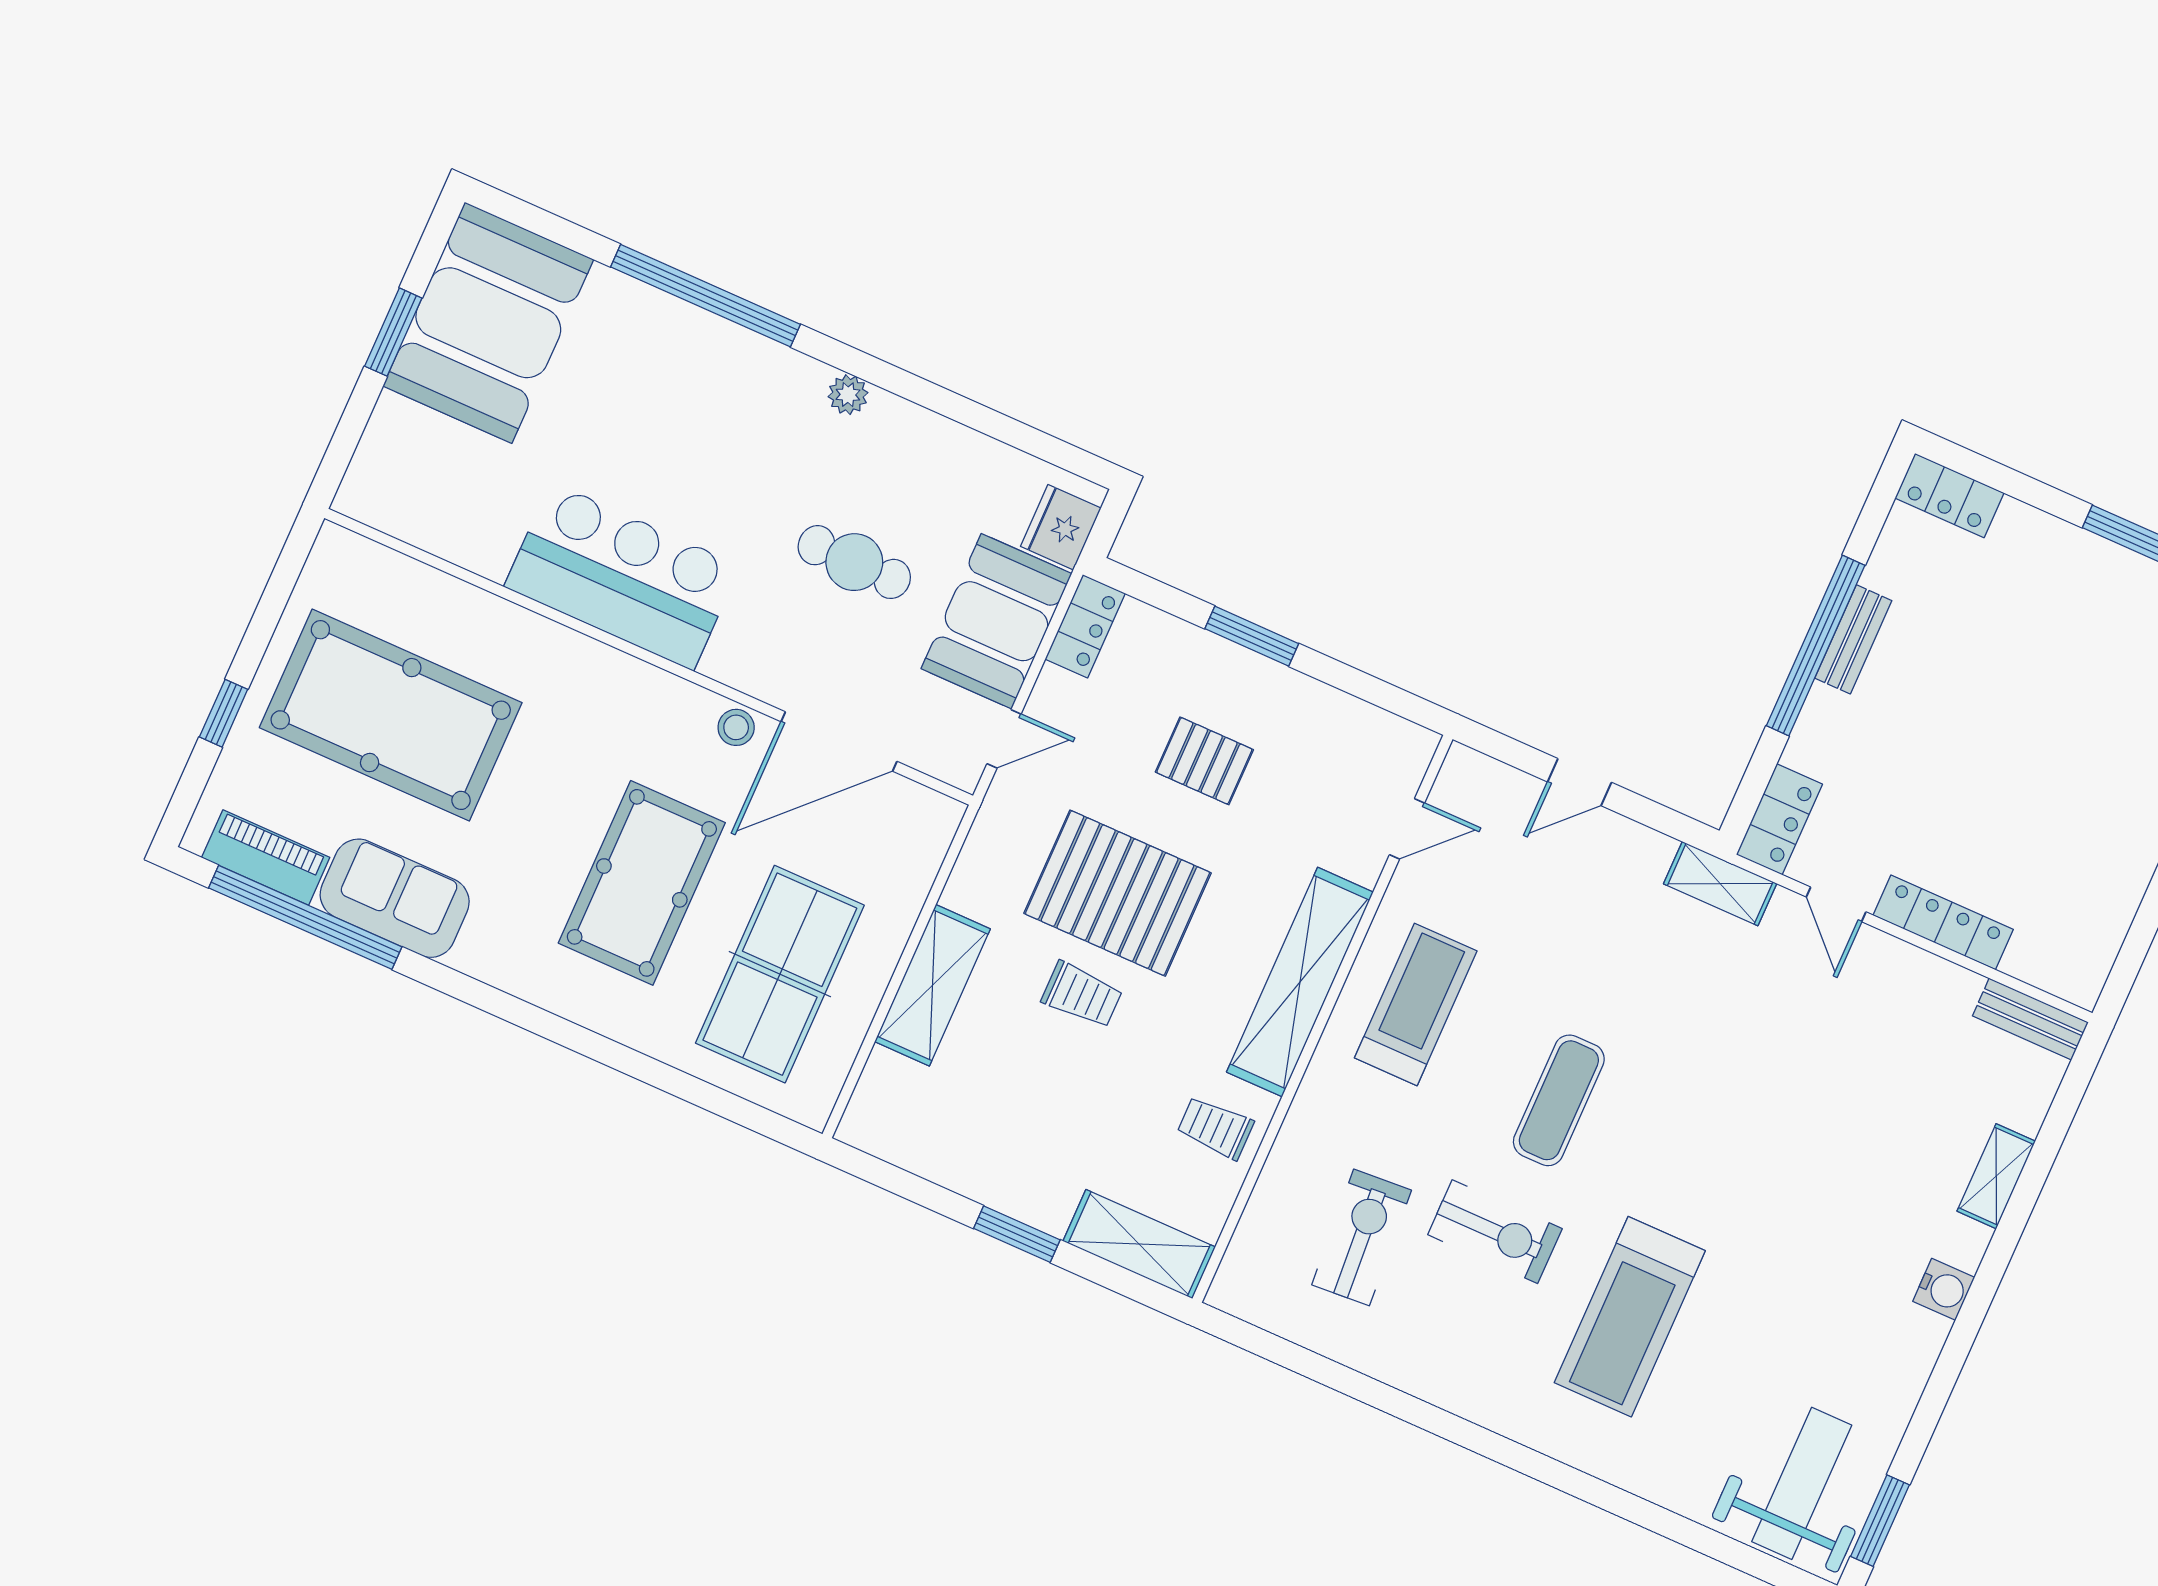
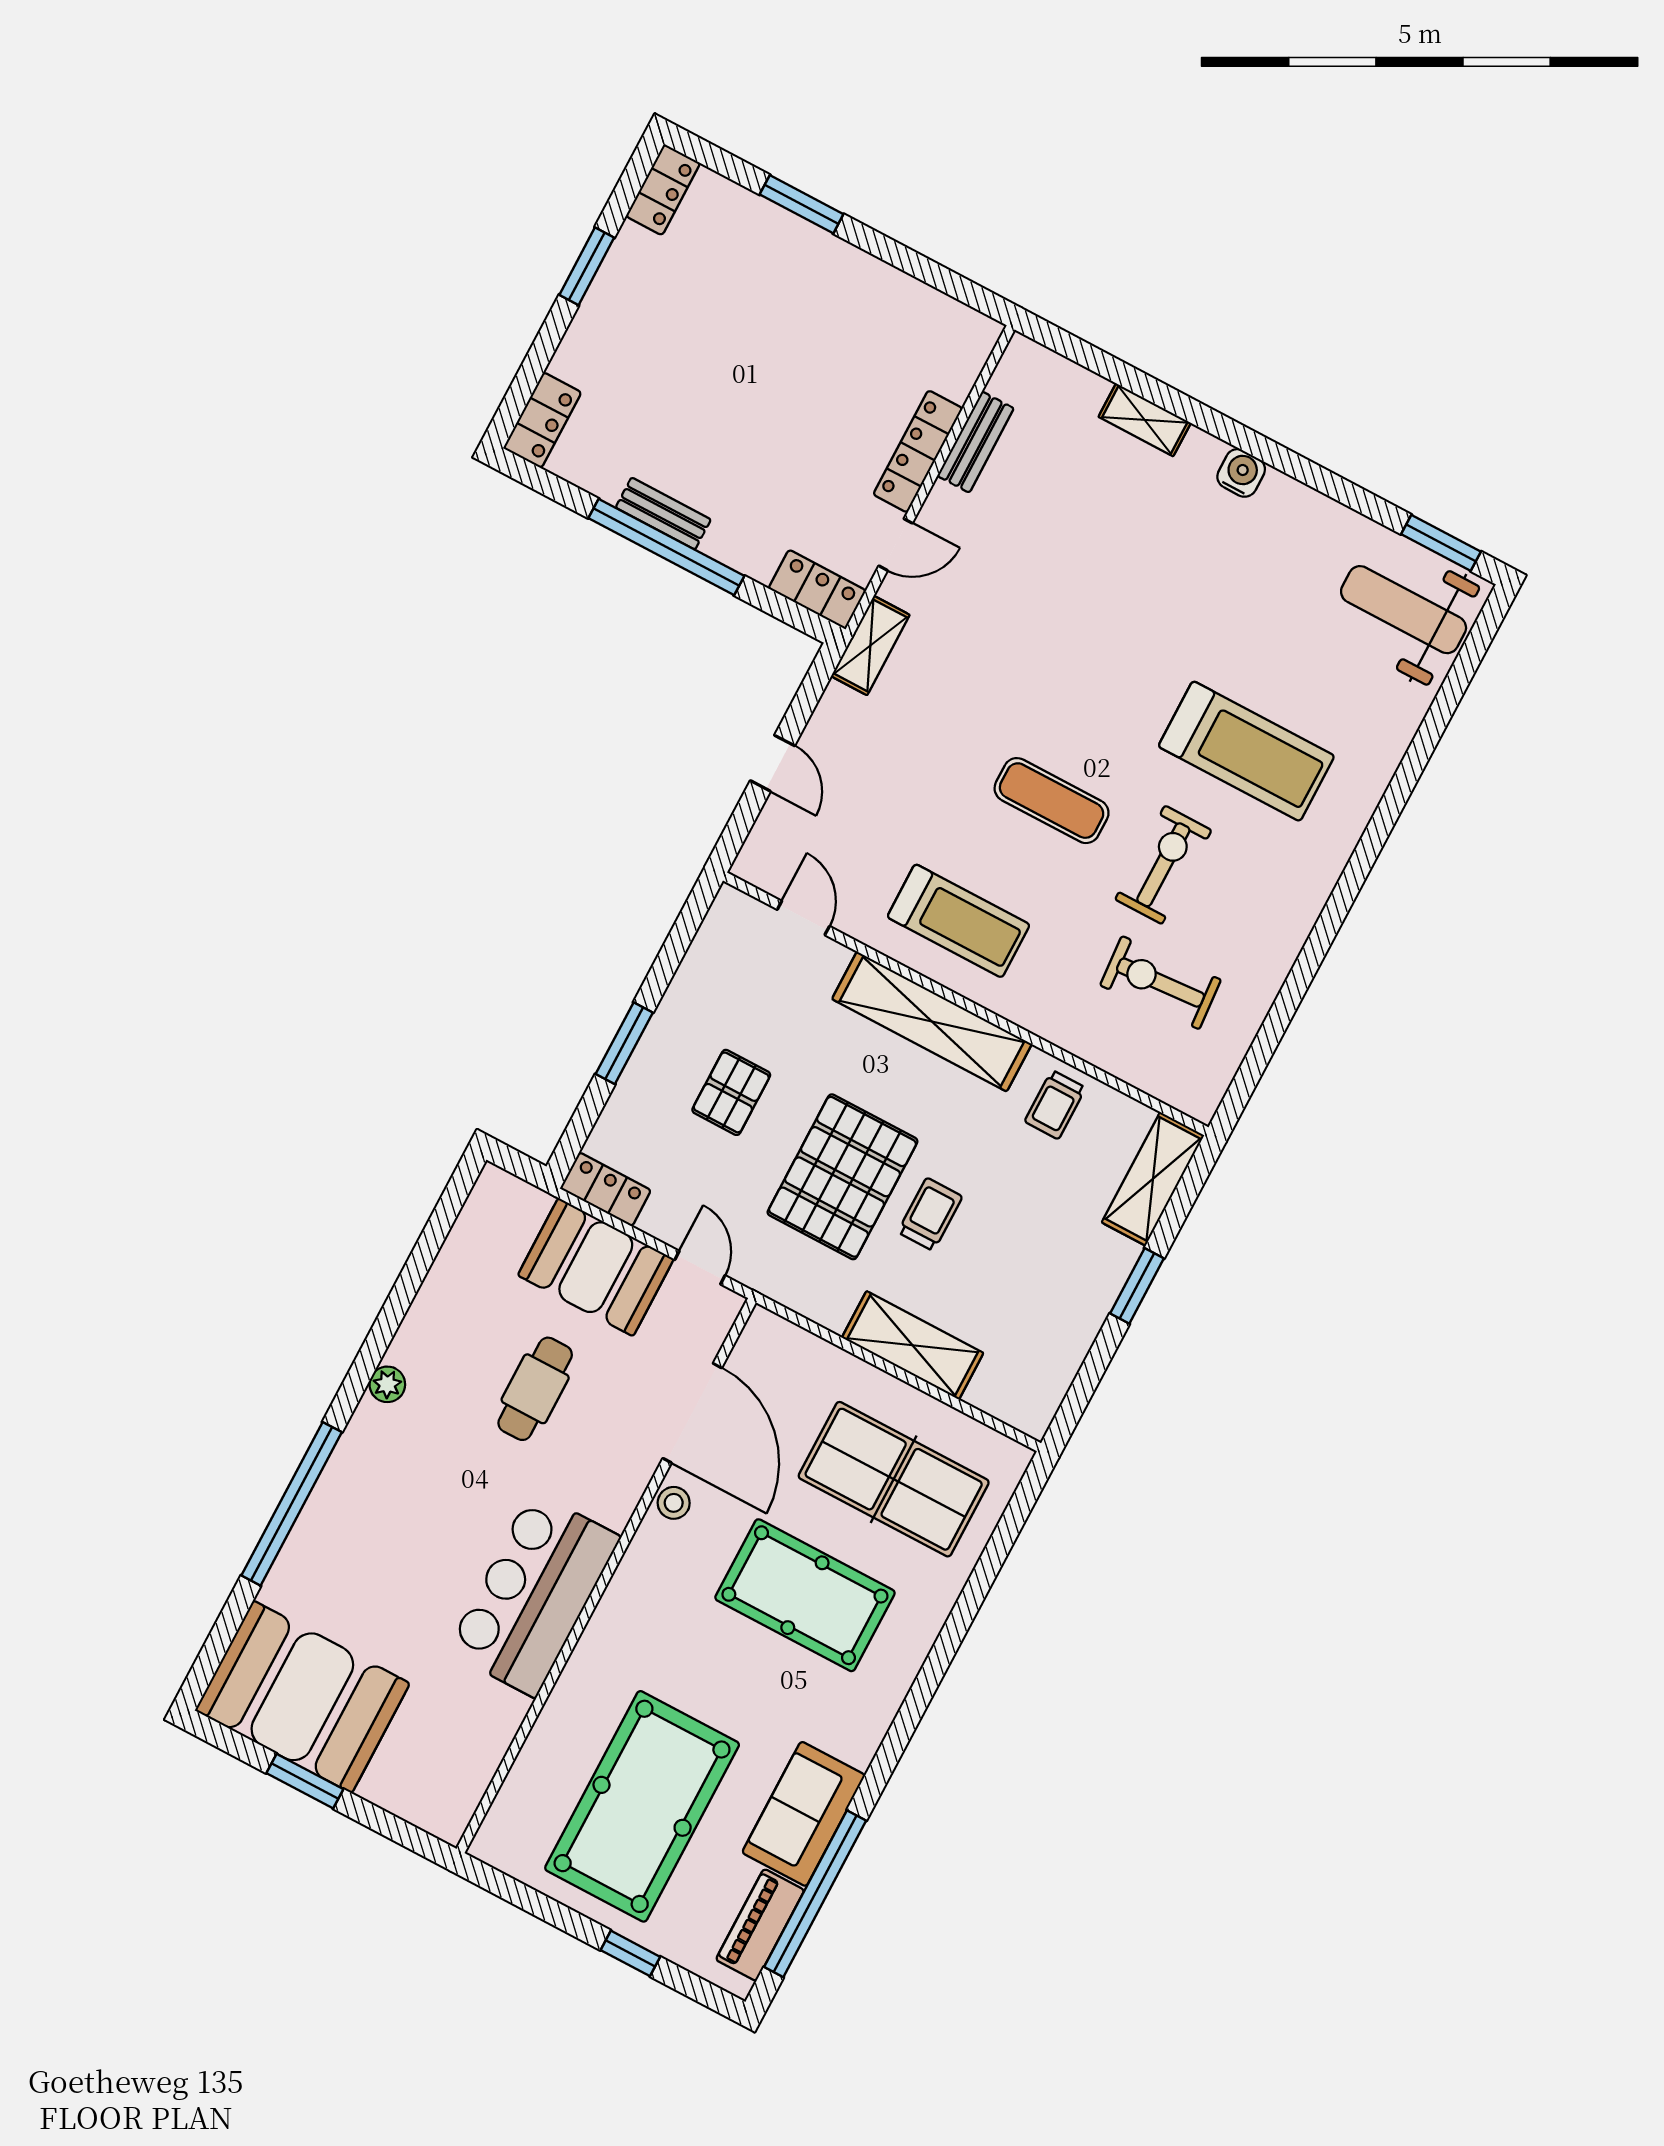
fridge: (1061, 527) -> (517, 1205), removed
treadmill: (1416, 1004) -> (959, 921), turned 180
bench: (2030, 1019) -> (976, 442), moved

